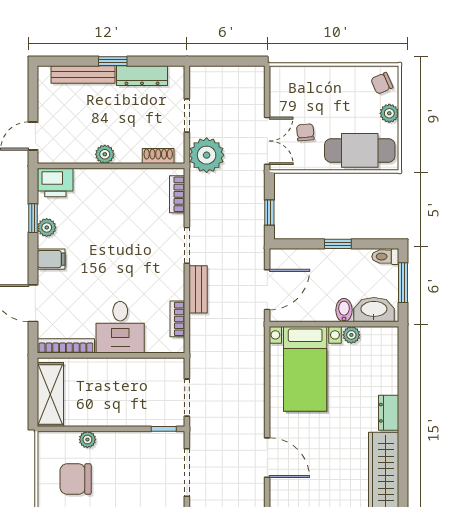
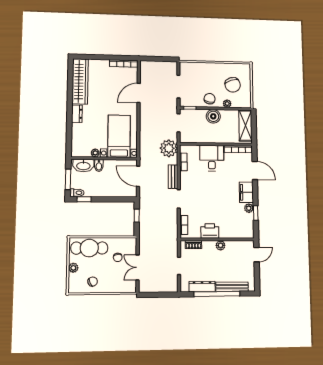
window: (113, 61) -> (217, 294), width x3.17
chair: (382, 83) -> (93, 282), moved
double door: (267, 141) -> (138, 267), moved
plant: (207, 155) -> (169, 148), moved
printer: (55, 183) -> (210, 231), moved
window: (338, 244) -> (84, 199), moved
filing cabinet: (51, 259) -> (246, 192), width x2.00
door: (267, 290) -> (138, 176), hinge flipped
boiler: (116, 413) -> (213, 116), added
chair: (123, 449) -> (210, 99), added
door: (267, 458) -> (139, 93), hinge flipped
chair: (76, 479) -> (233, 85), turned 71

